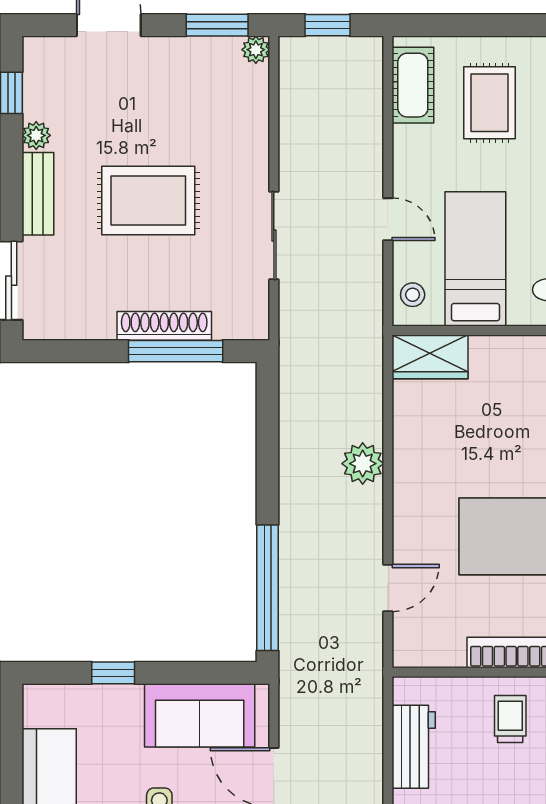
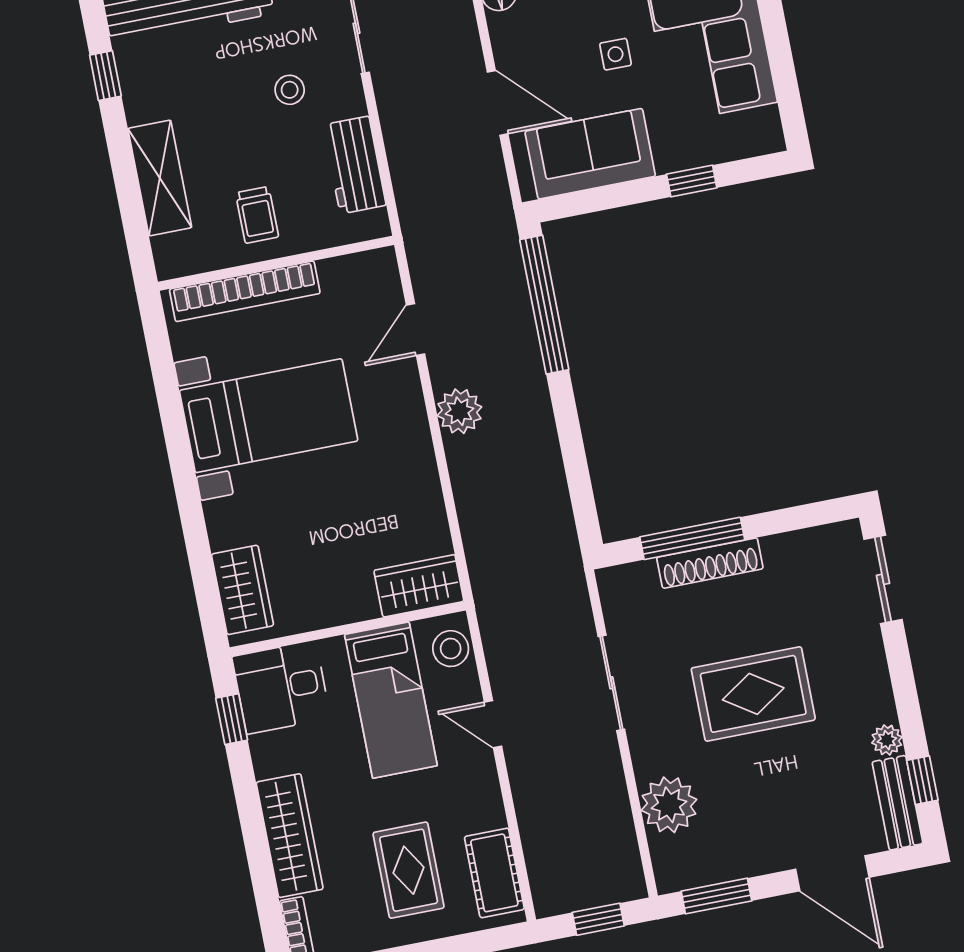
plant: (256, 50) -> (669, 805), moved, width x1.87, depth x1.87
bench: (38, 194) -> (897, 803), moved
stool: (413, 295) -> (451, 649), width x1.37, depth x1.37
plant: (363, 464) -> (459, 411), moved

